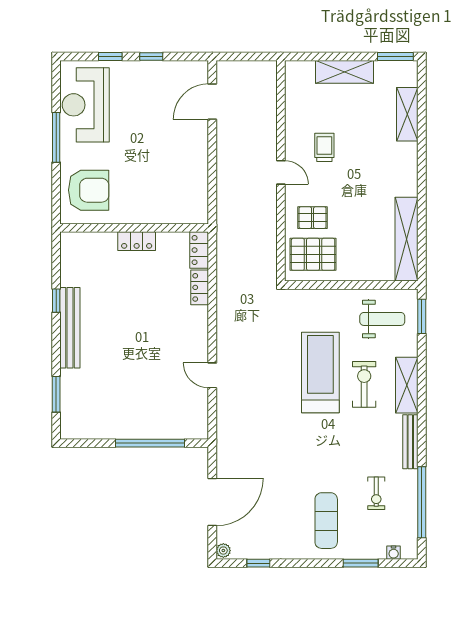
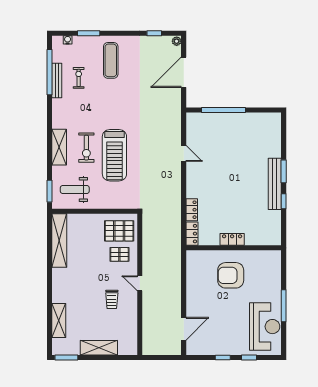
armchair: (89, 190) -> (231, 275), moved
window: (56, 394) -> (284, 171), moved
bench: (410, 442) -> (57, 81), moved

